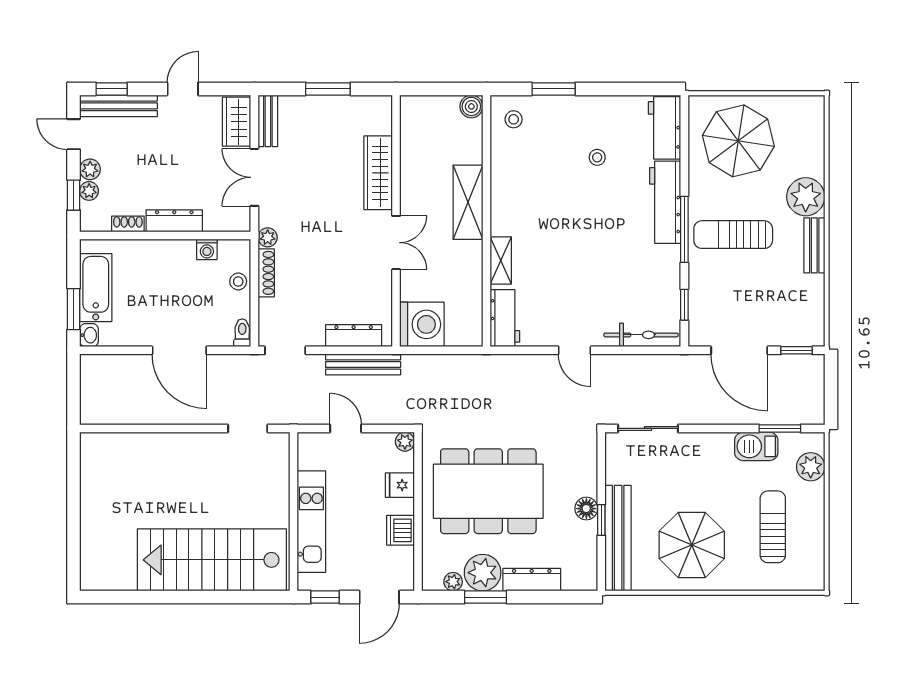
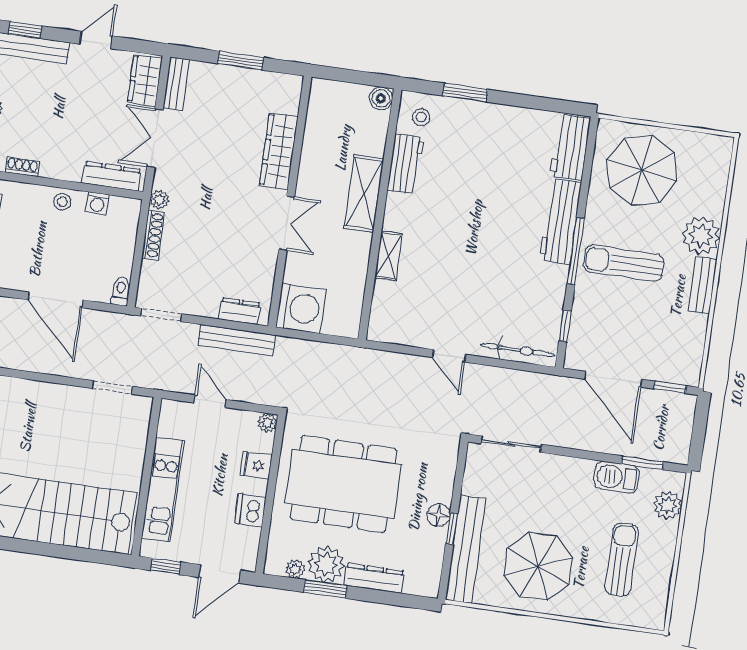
stool: (597, 157) -> (499, 167), removed
dresser: (174, 221) -> (112, 176), moved
stool: (238, 281) -> (62, 202), moved
workbench: (505, 318) -> (406, 164), moved
dresser: (354, 336) -> (240, 311), width x0.70

